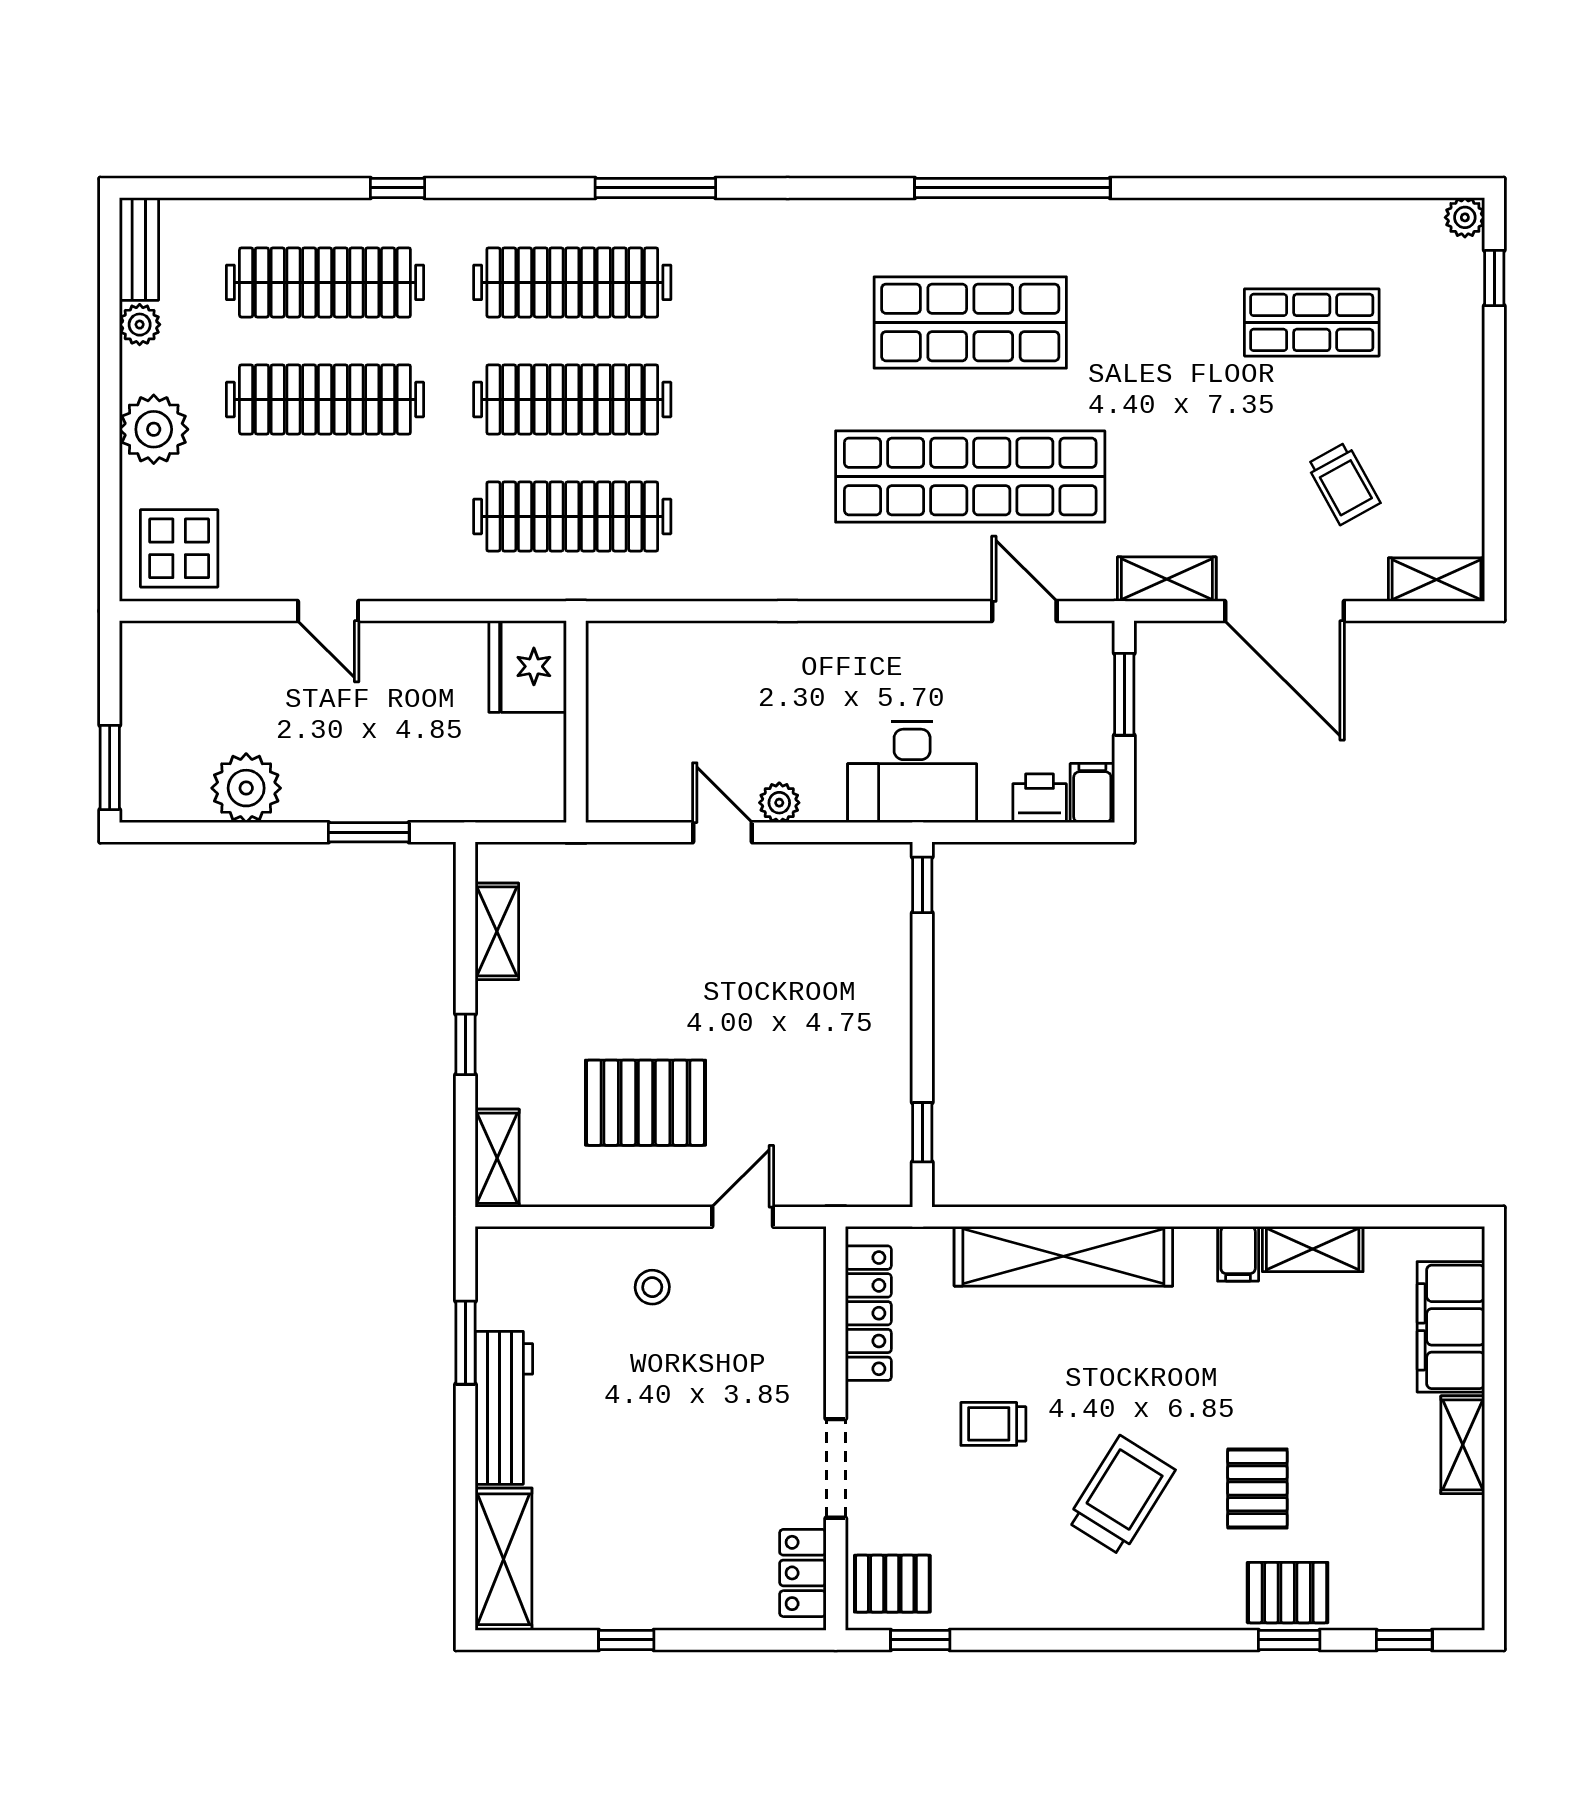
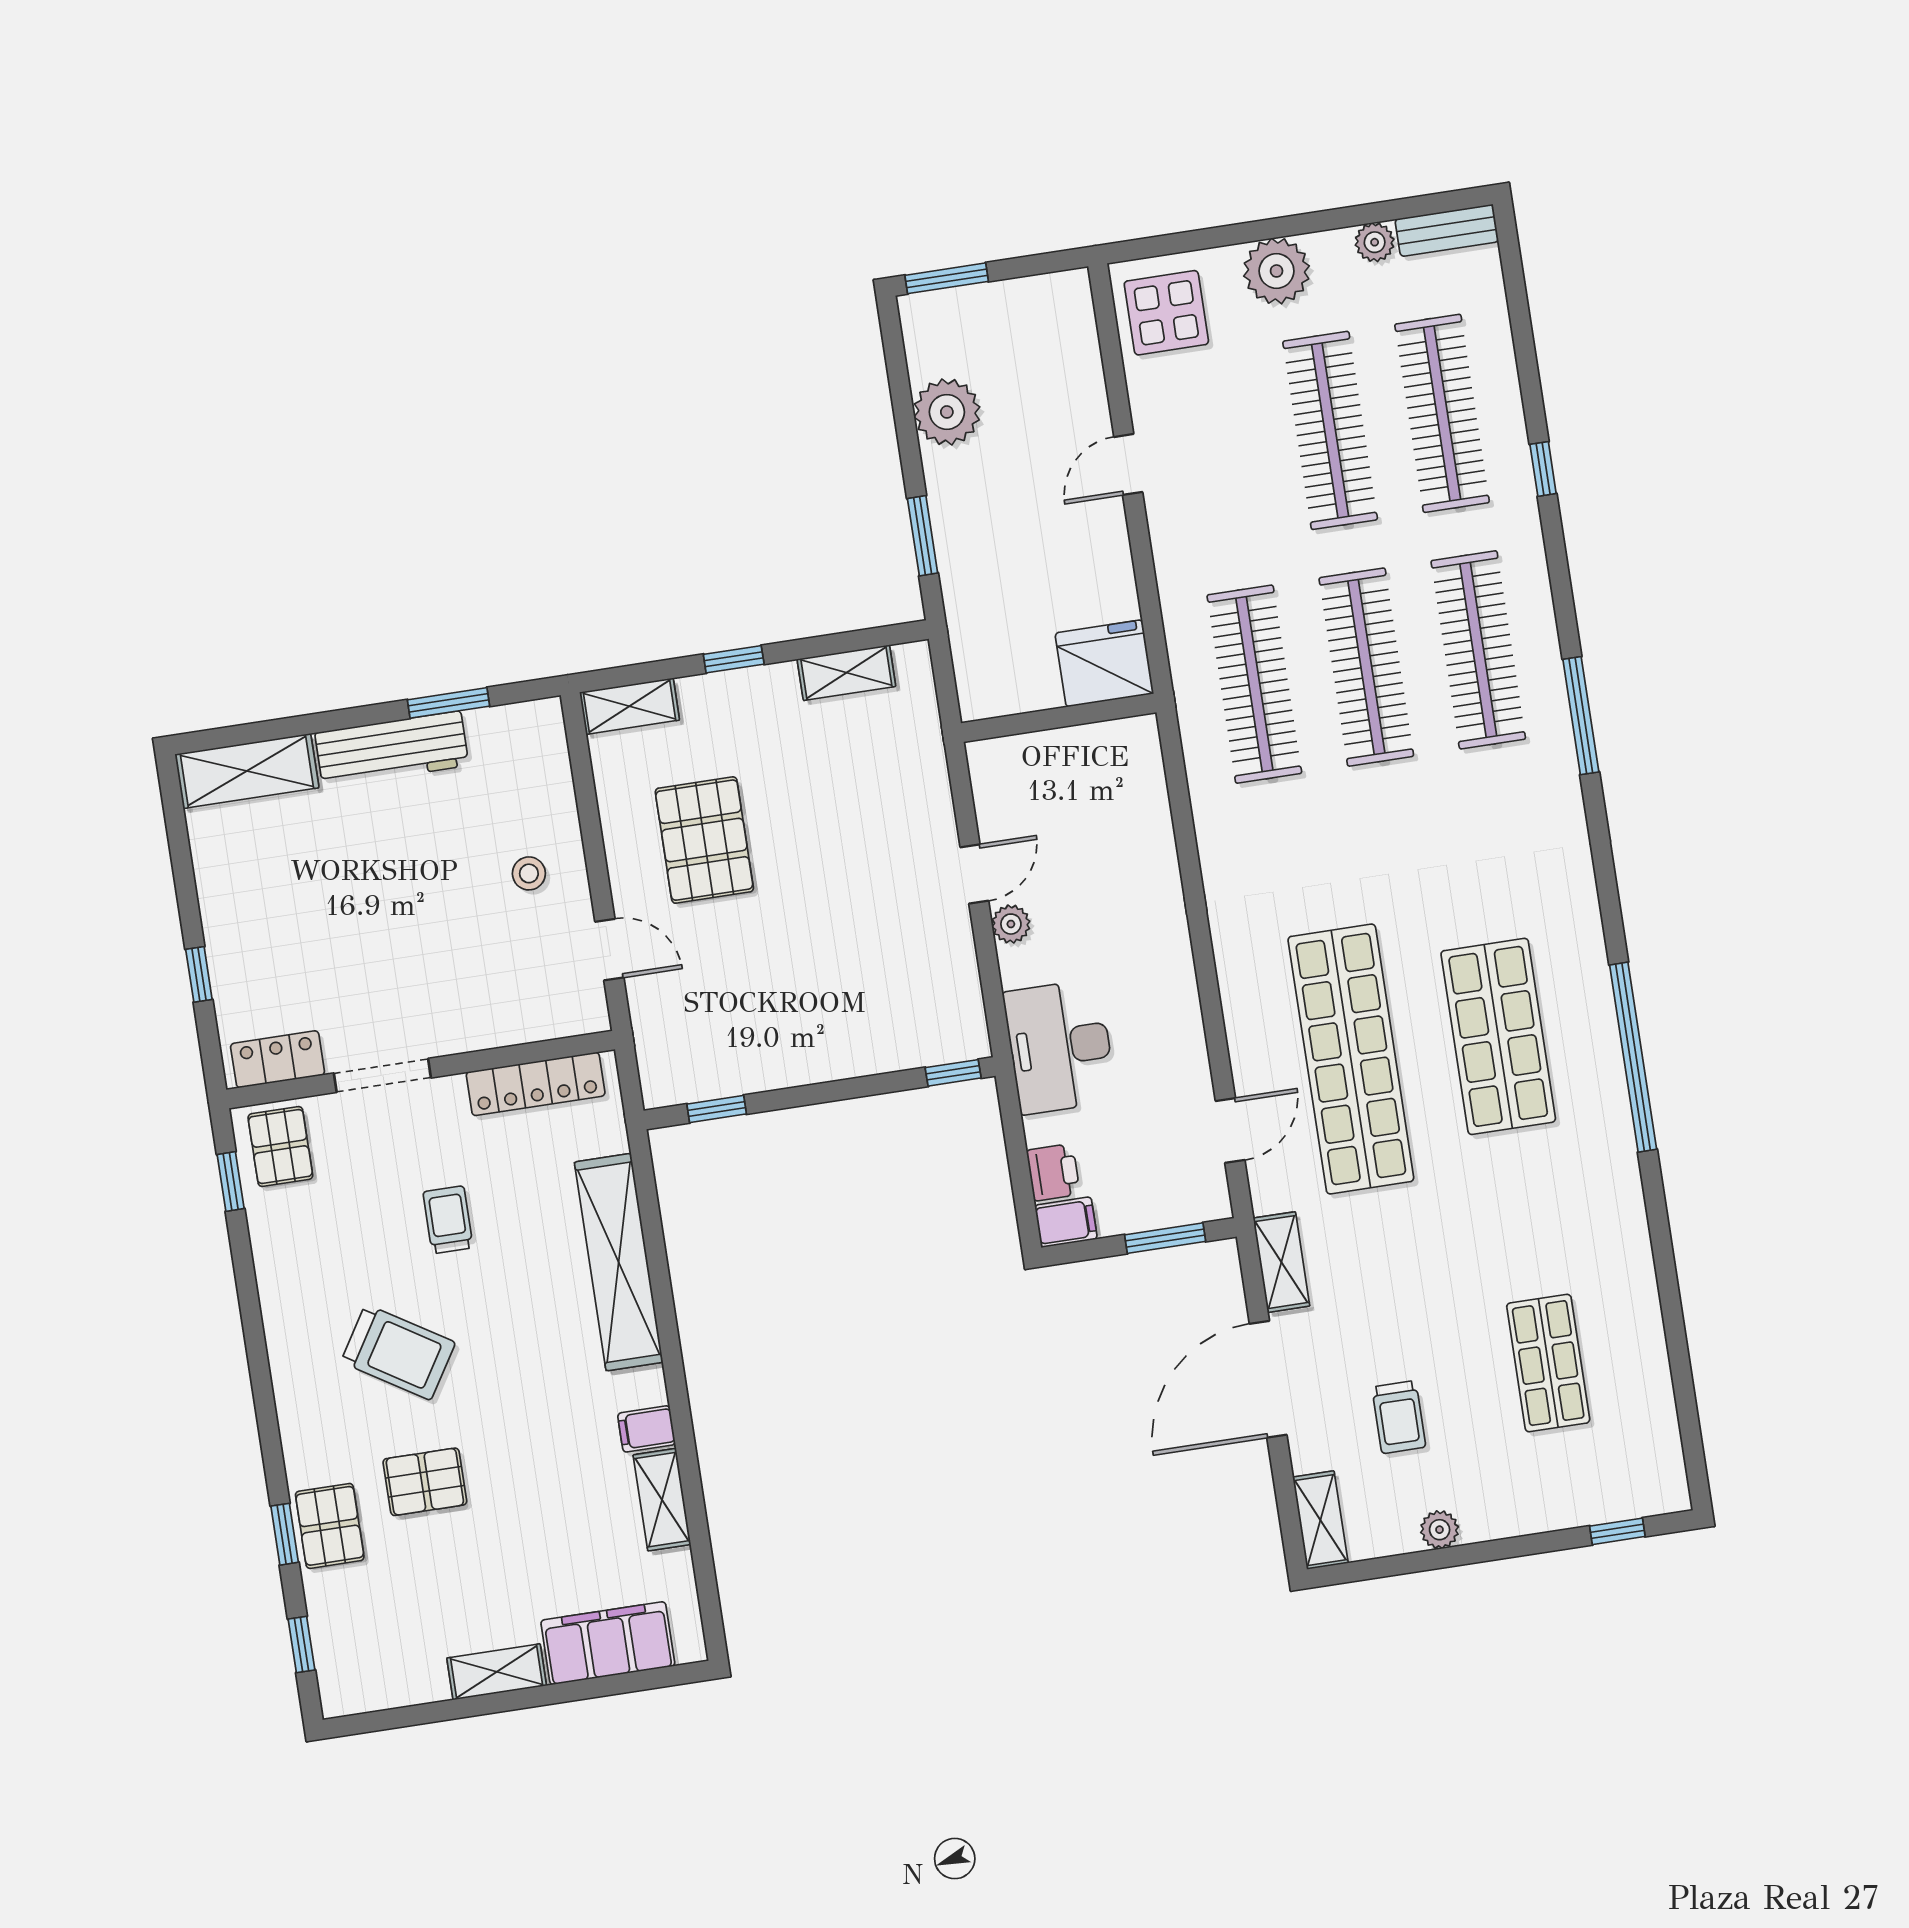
plant: (1465, 217) -> (1440, 1530), moved
trolley: (1343, 484) -> (1399, 1417), turned -61
window: (626, 1640) -> (199, 974), moved

